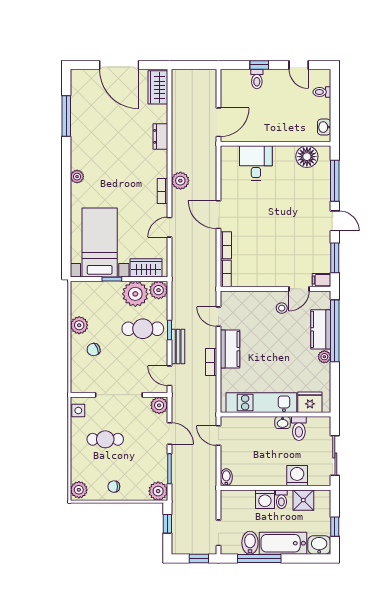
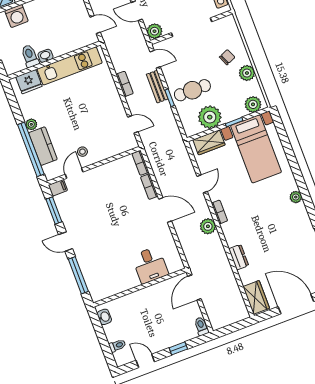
toilet: (257, 79) -> (201, 326), moved
floor lamp: (307, 157) -> (109, 287), removed
plant: (159, 290) -> (253, 104), moved
kitchen counter: (230, 349) -> (113, 101), removed

